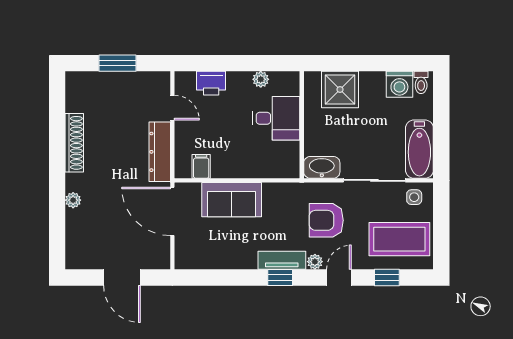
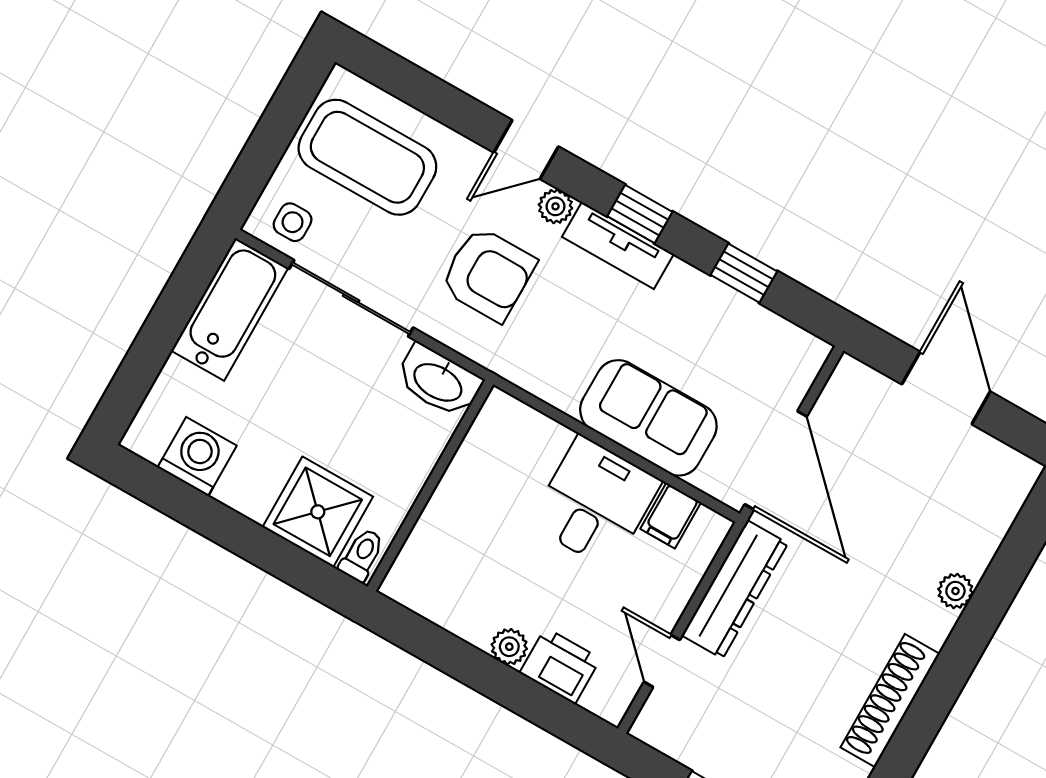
plant: (261, 79) -> (509, 647), moved
toilet: (421, 82) -> (362, 555), moved
desk: (276, 118) -> (595, 502), moved, turned 90
window: (387, 277) -> (744, 273), moved

